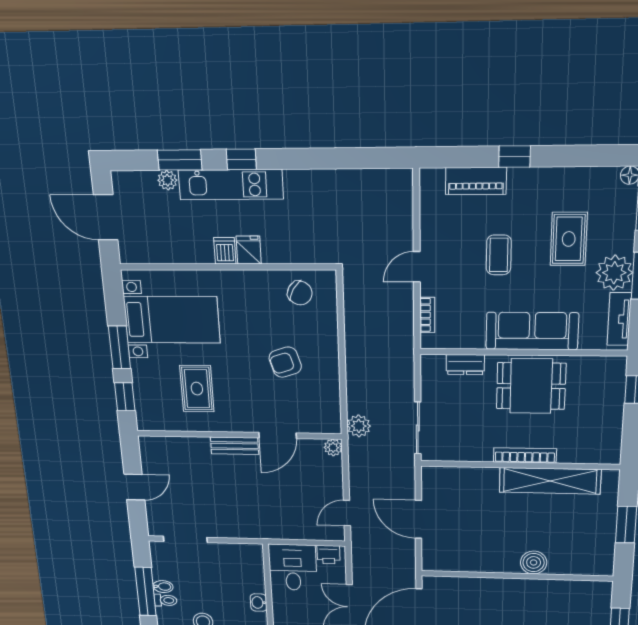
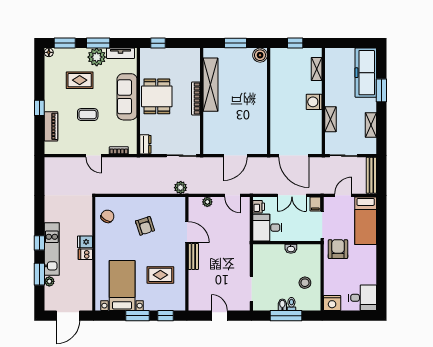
dresser: (465, 365) -> (145, 144), moved
plant: (333, 447) -> (207, 202), moved
boiler: (534, 562) -> (260, 55), moved

